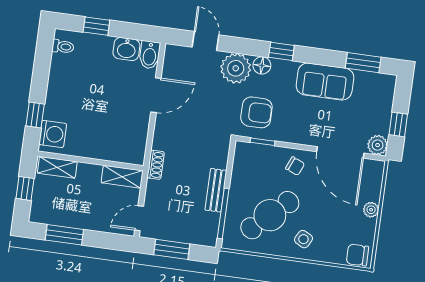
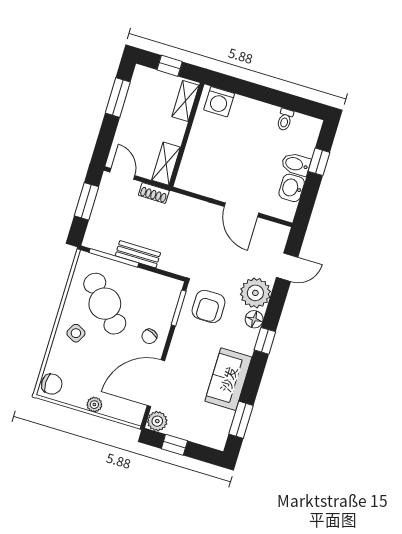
toilet: (63, 47) -> (285, 120), moved
bidet: (150, 55) -> (296, 164), moved
window: (35, 115) -> (241, 87), removed
window: (263, 142) -> (179, 308), width x1.50
shoe rack: (156, 165) -> (154, 193), moved
chair: (357, 255) -> (52, 384), turned 90

